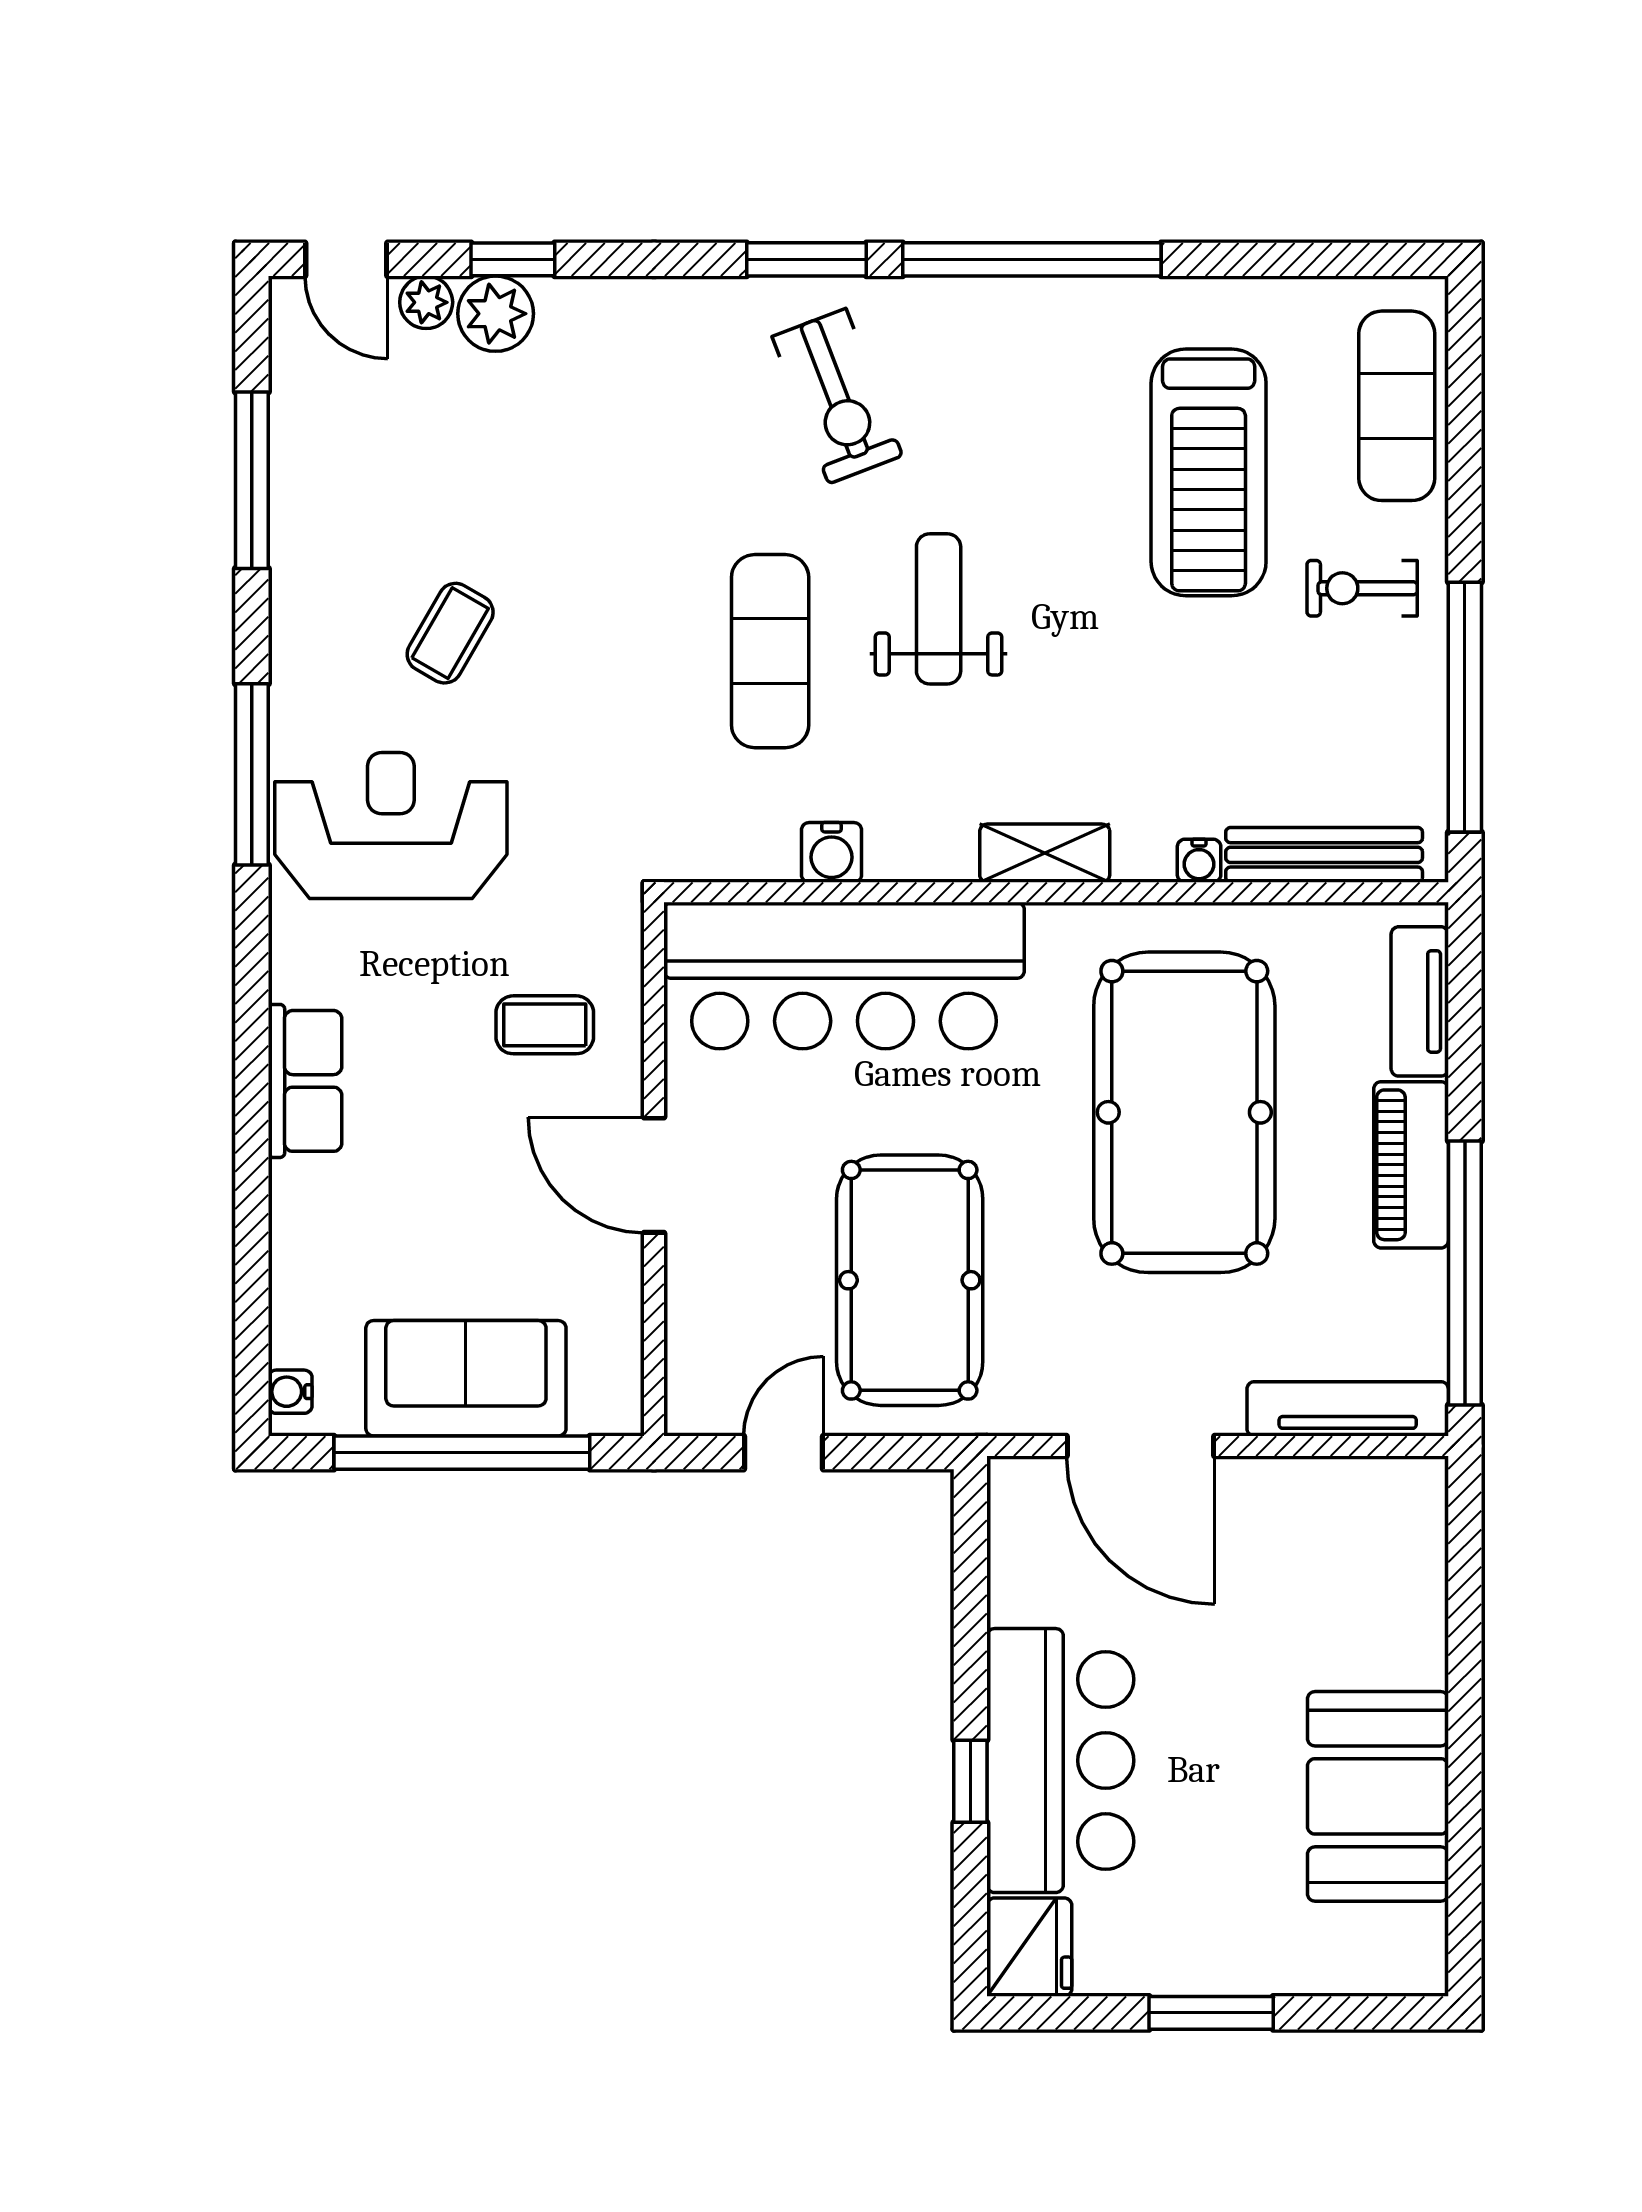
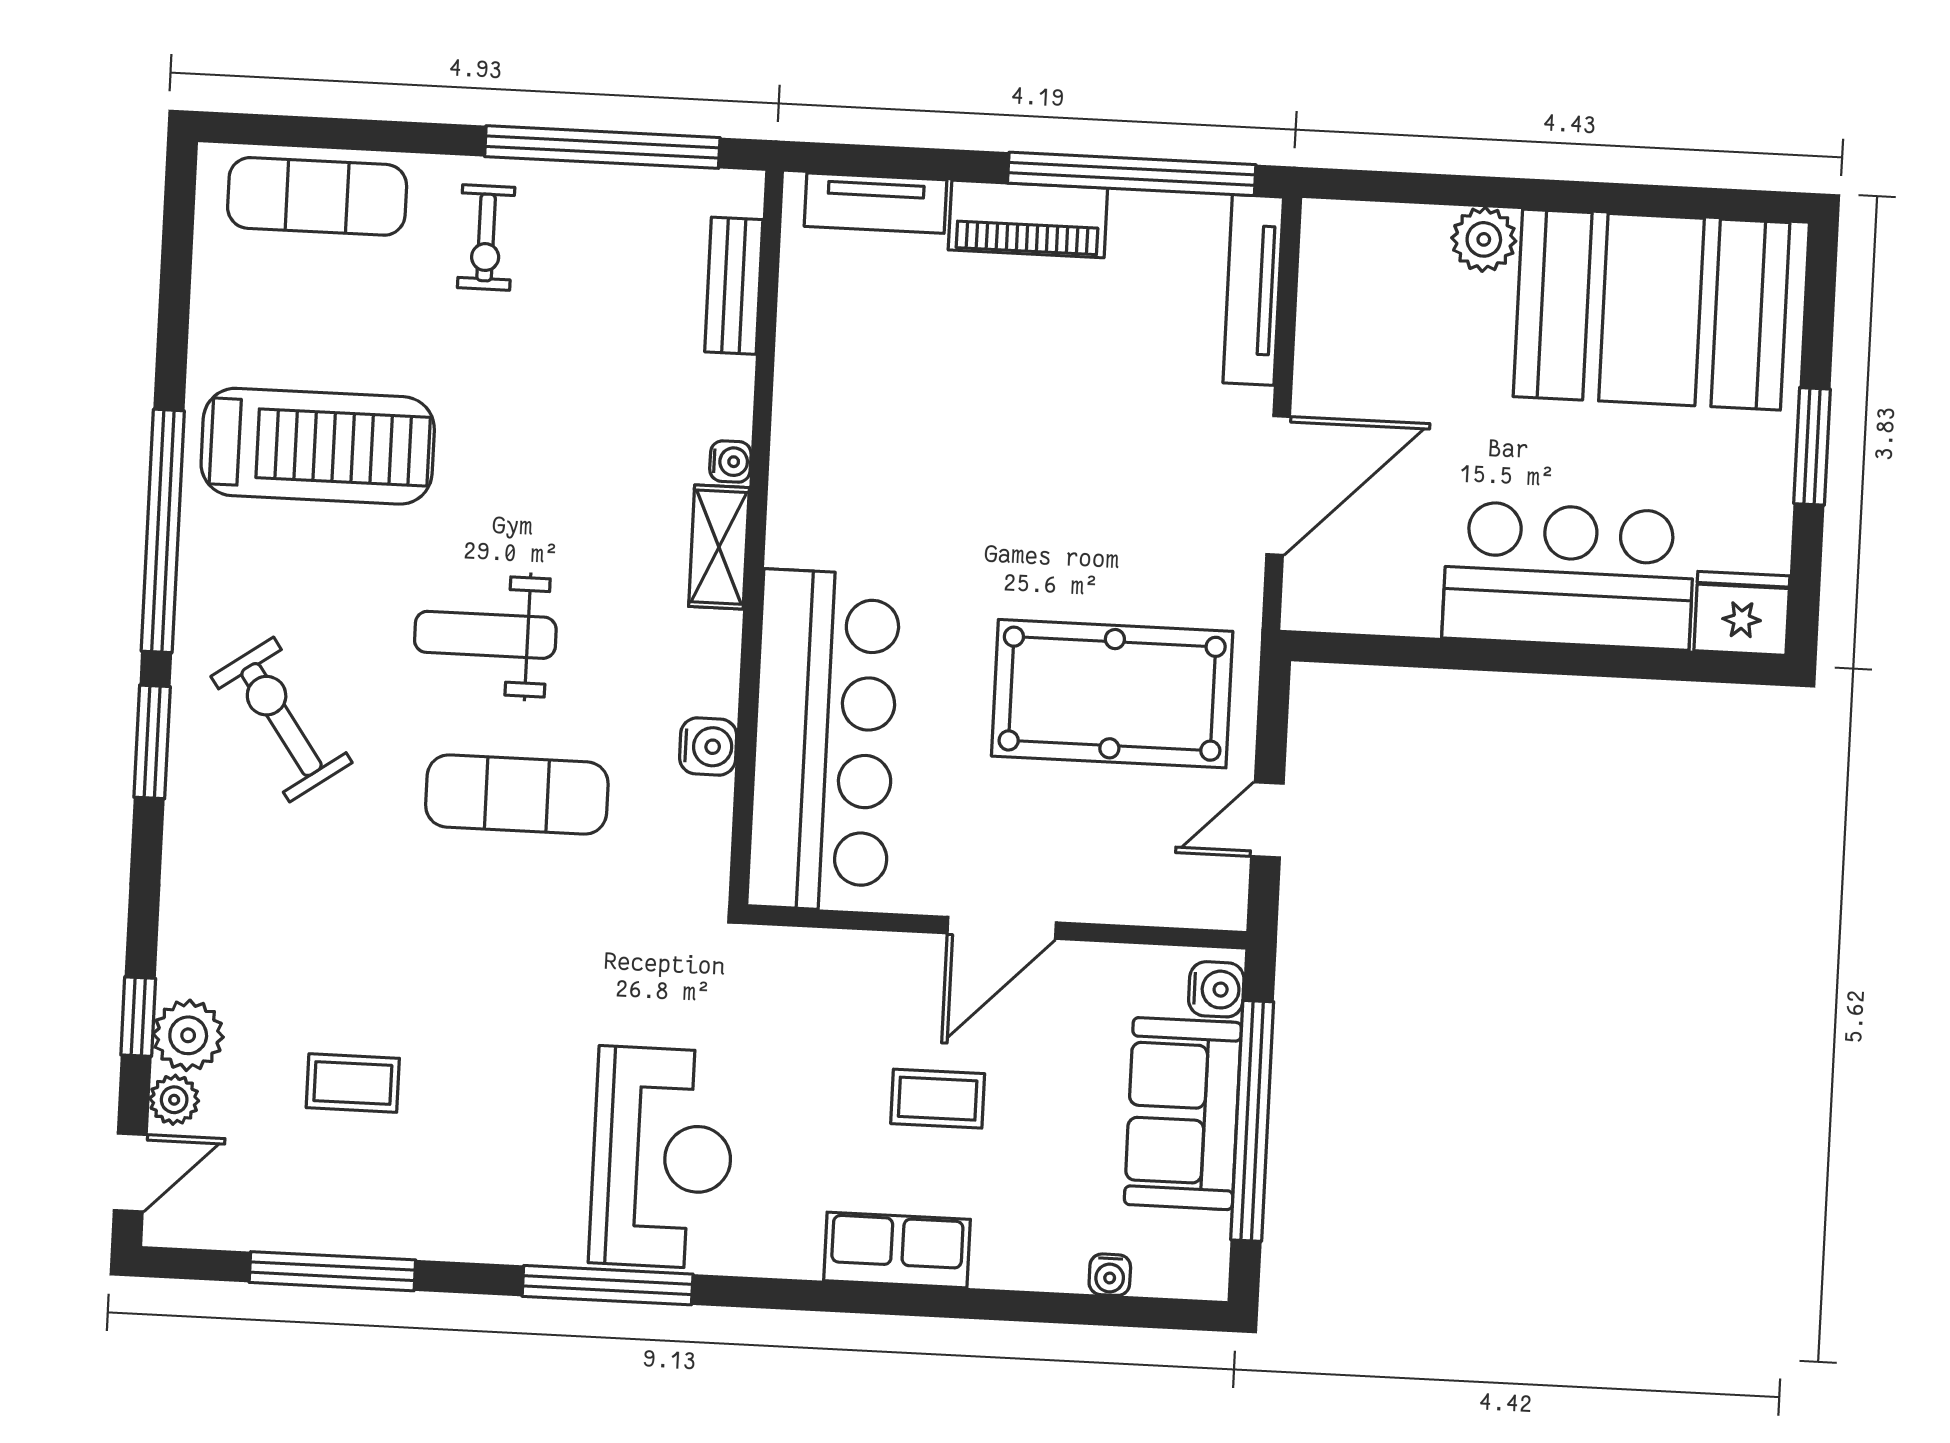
exercise bike: (837, 396) -> (282, 720), turned -104
treadmill: (1209, 472) -> (318, 446), moved
coffee table: (450, 633) -> (353, 1083), moved, turned -30
reception desk: (391, 826) -> (662, 1158), turned 180
bench: (1324, 855) -> (734, 286), width x0.73
water cooler: (1199, 861) -> (730, 462), moved
coffee table: (545, 1025) -> (938, 1099), moved, turned 90
pool table: (1184, 1112) -> (968, 429), removed
water cooler: (290, 1392) -> (1110, 1275), moved
water cooler: (600, 1407) -> (1216, 989), added
door: (784, 1453) -> (1267, 820), hinge flipped
plant: (1414, 1652) -> (1484, 239), added
window: (970, 1781) -> (1584, 661), removed
booth: (1378, 1796) -> (1651, 310), width x1.36, depth x1.42

